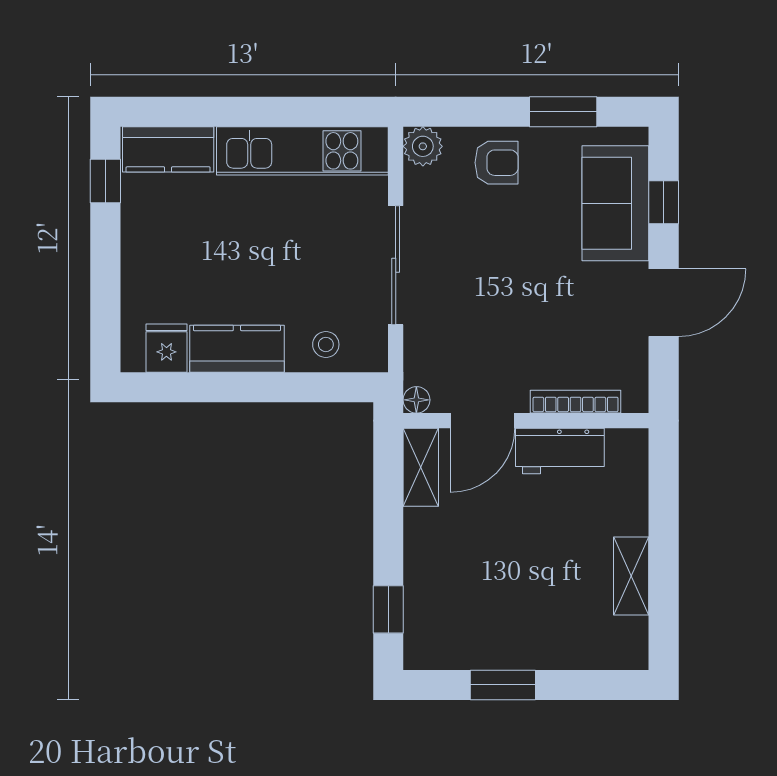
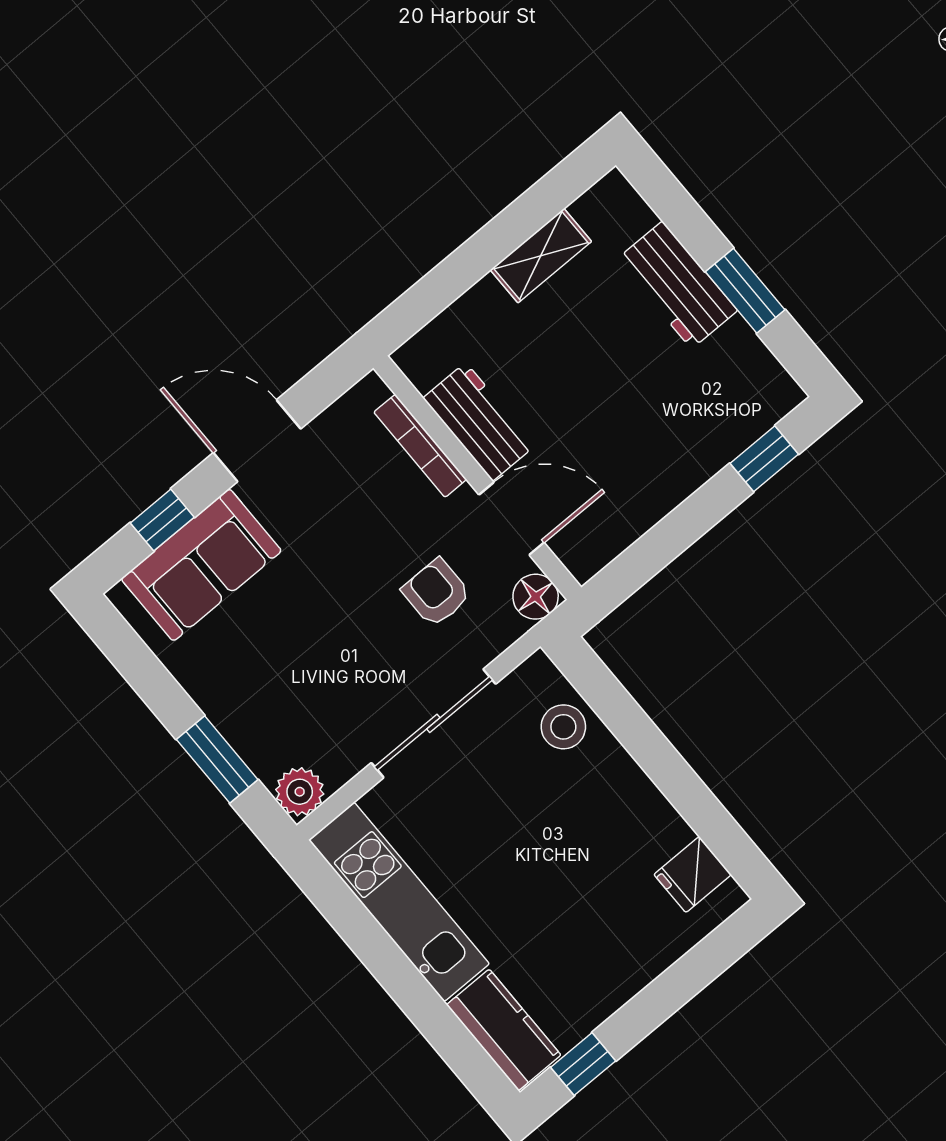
window: (563, 112) -> (217, 759), moved
armchair: (496, 163) -> (436, 593), moved
stool: (326, 344) -> (563, 727), width x1.37, depth x1.37
kitchen counter: (237, 349) -> (638, 807), removed
floor lamp: (416, 400) -> (536, 597), width x1.37, depth x1.37
shelving: (421, 467) -> (604, 540), removed
workbench: (542, 645) -> (677, 285), added

